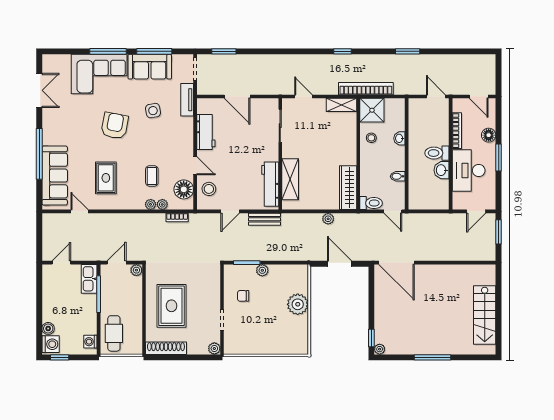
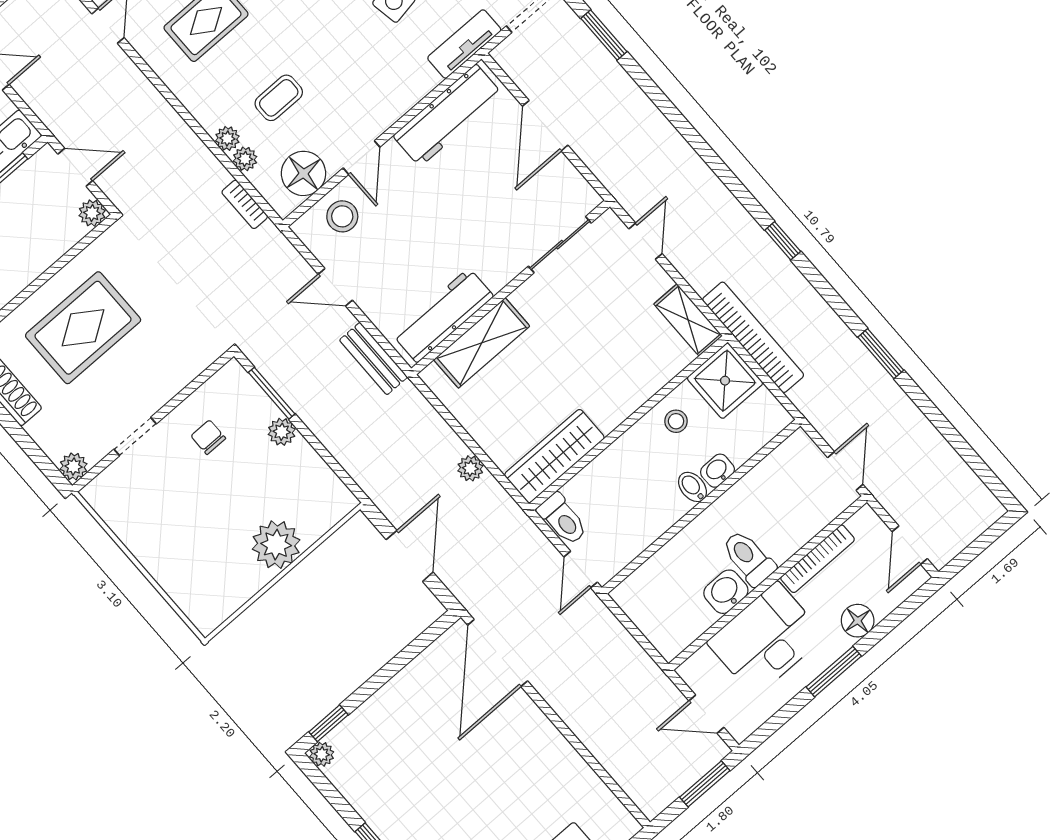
workbench: (206, 132) -> (448, 115), width x1.38
bidet: (398, 176) -> (693, 487), moved

